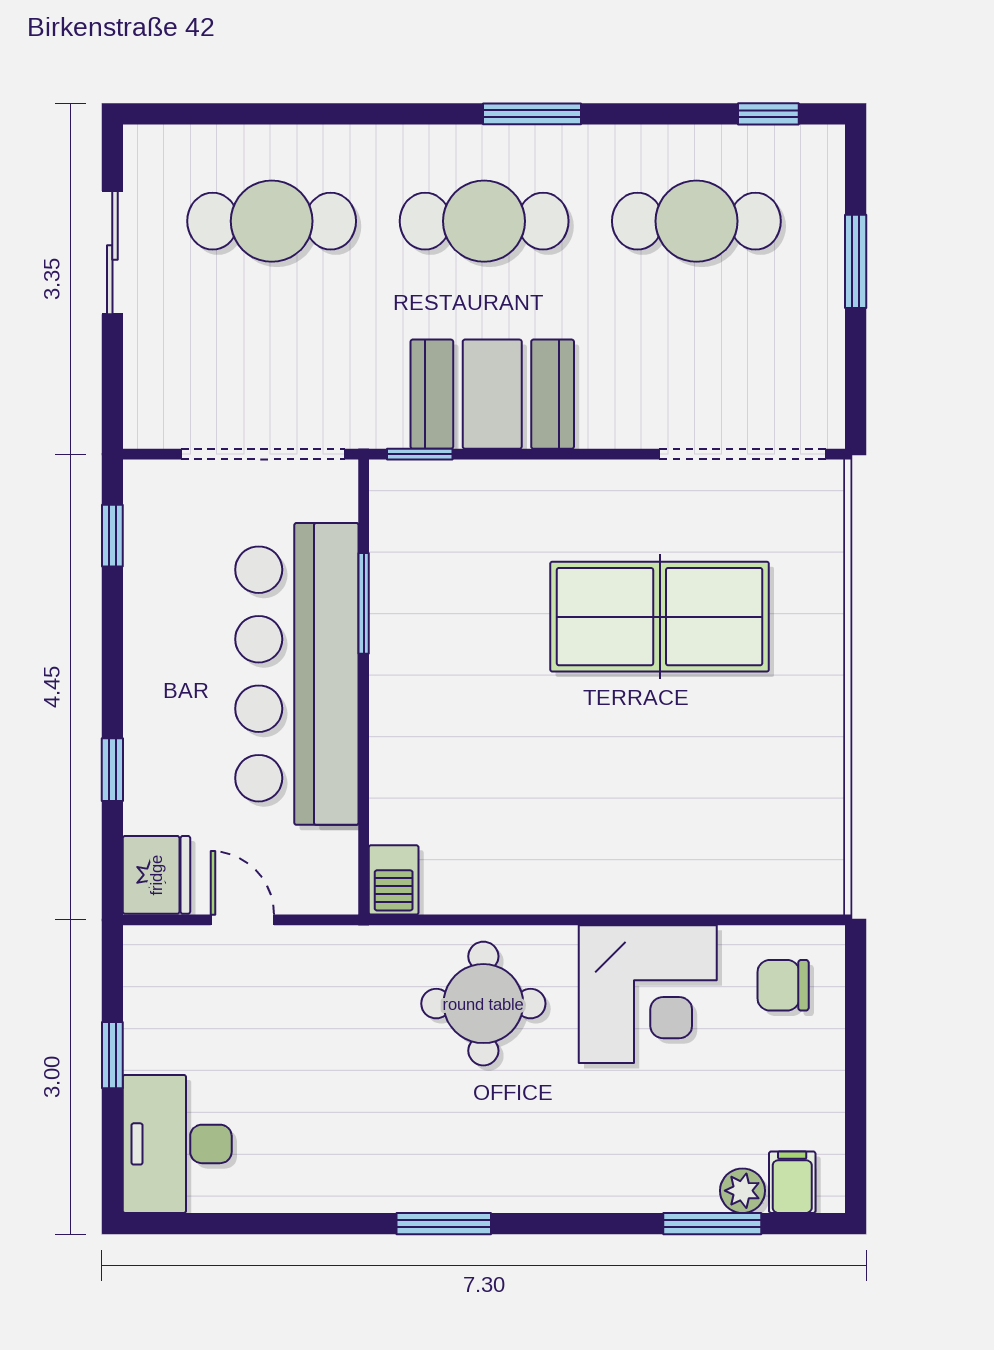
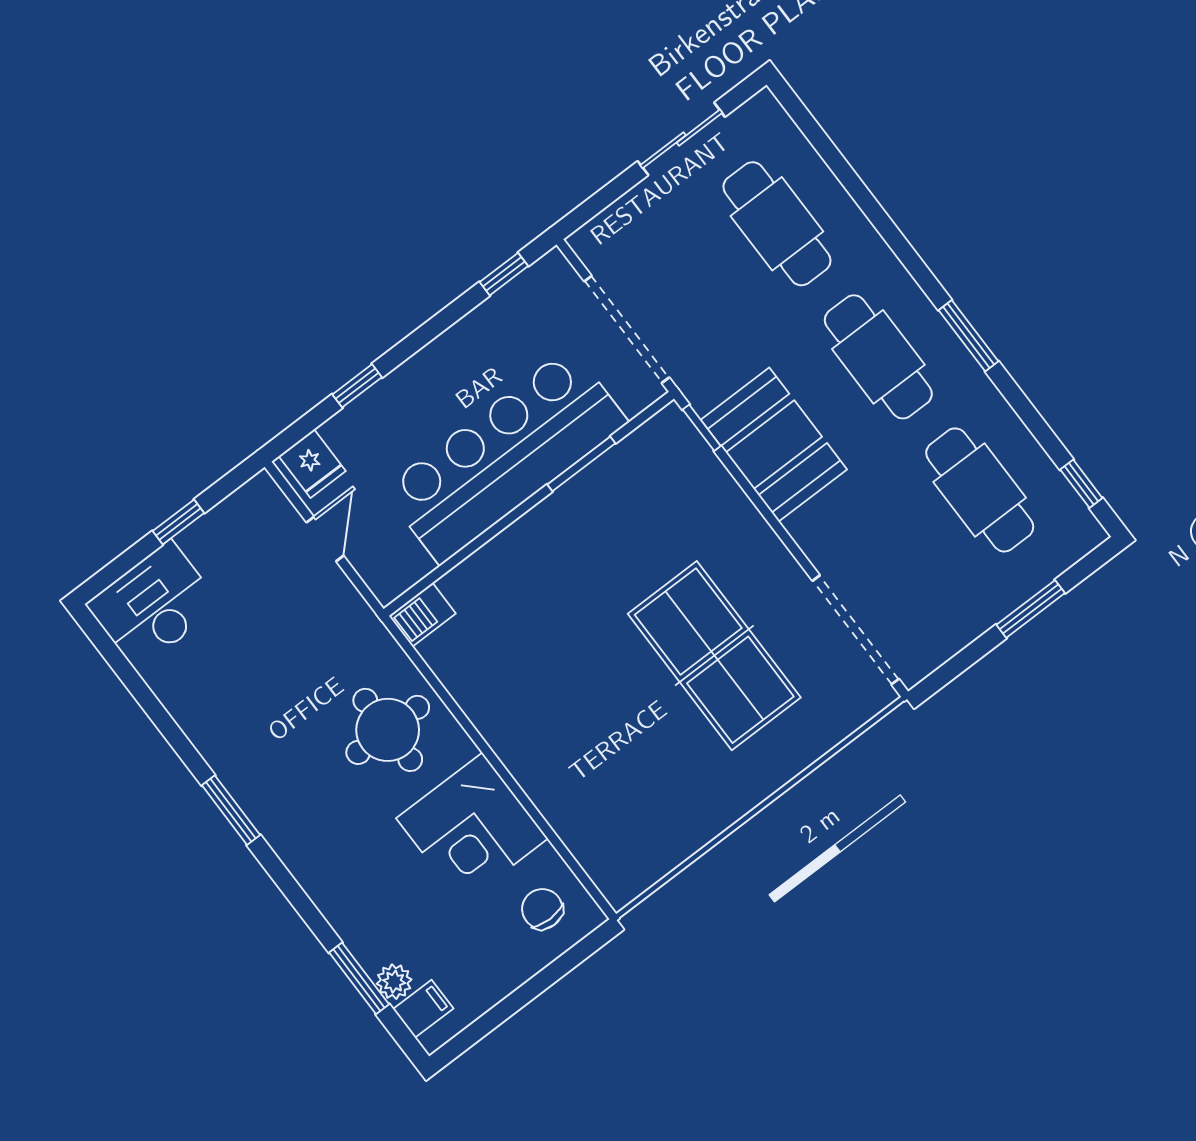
fridge: (156, 875) -> (312, 464), width x0.72

